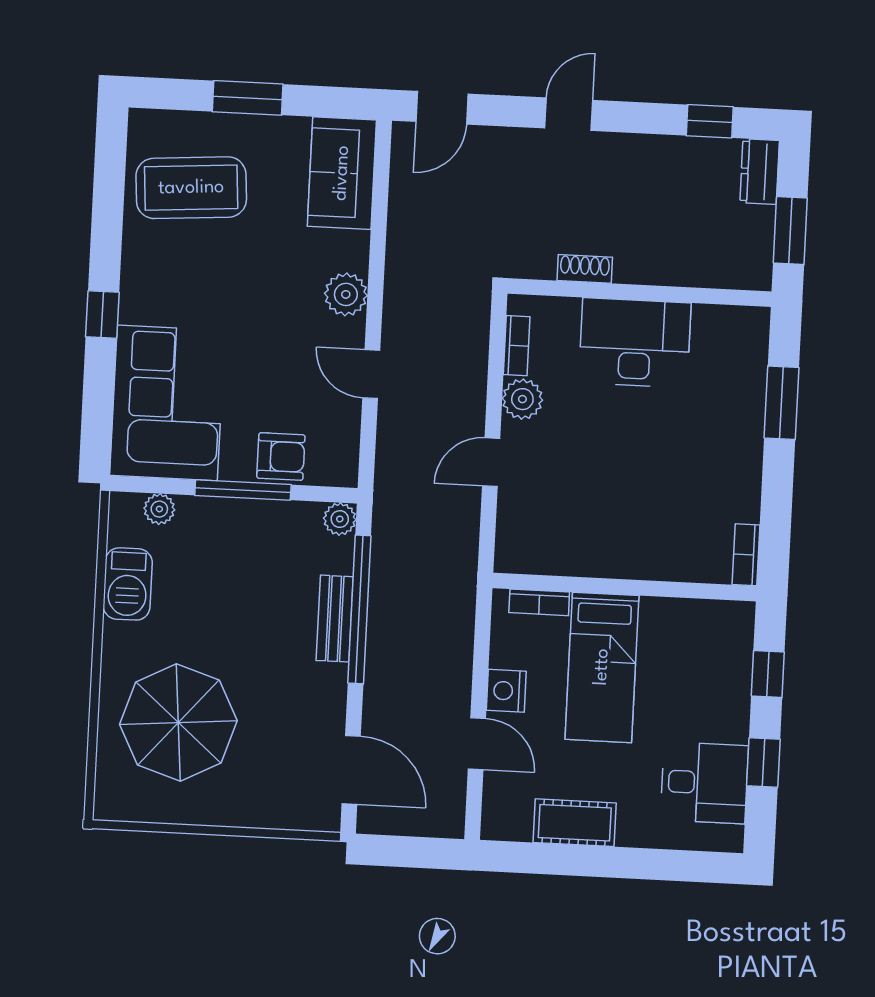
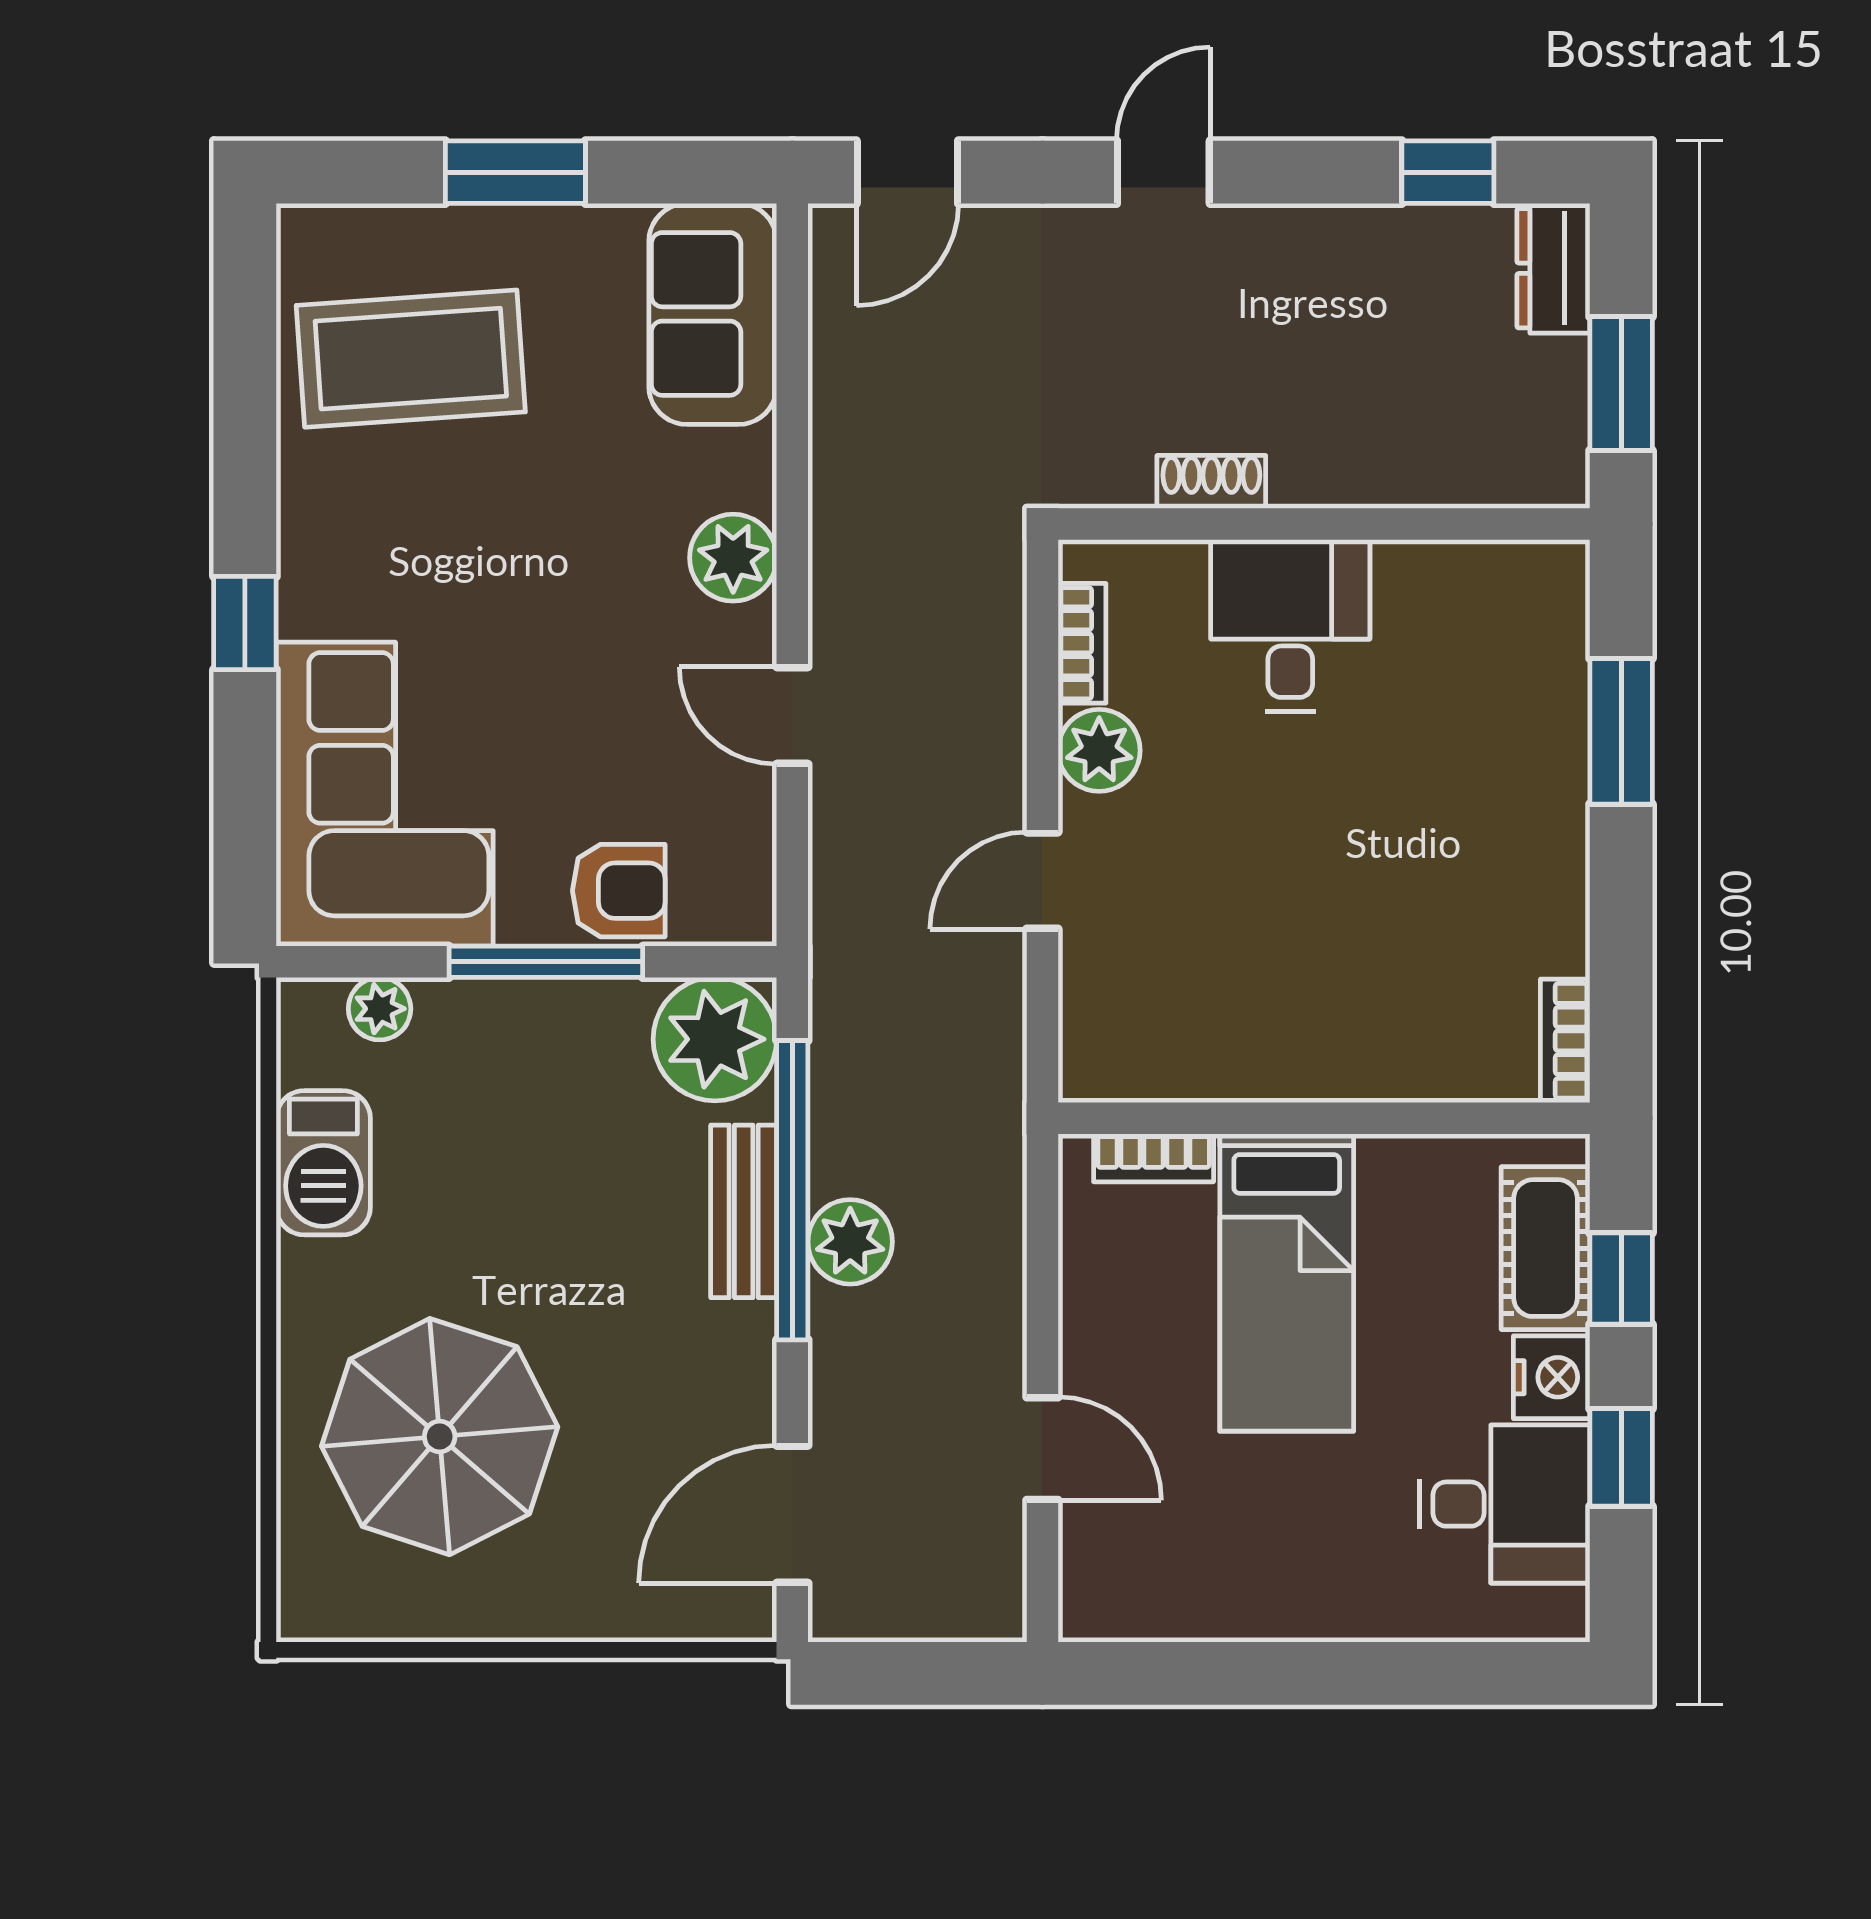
desk: (635, 343) -> (1290, 625), width x0.73
plant: (340, 519) -> (715, 1039), width x1.88, depth x1.88
plant: (387, 636) -> (850, 1242), added
nightstand: (506, 691) -> (1552, 1377), moved, turned 180
door: (351, 770) -> (792, 1514), swing flipped
cot: (575, 823) -> (1546, 1248), moved, turned 90

